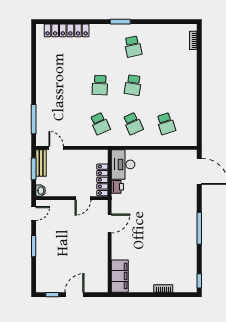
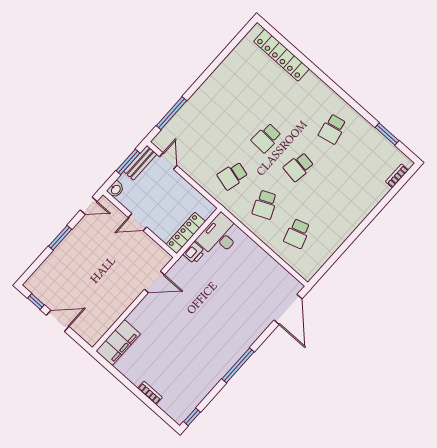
window: (120, 22) -> (387, 134), moved
school desk: (100, 124) -> (233, 176), turned 39
door: (83, 198) -> (138, 222), moved

